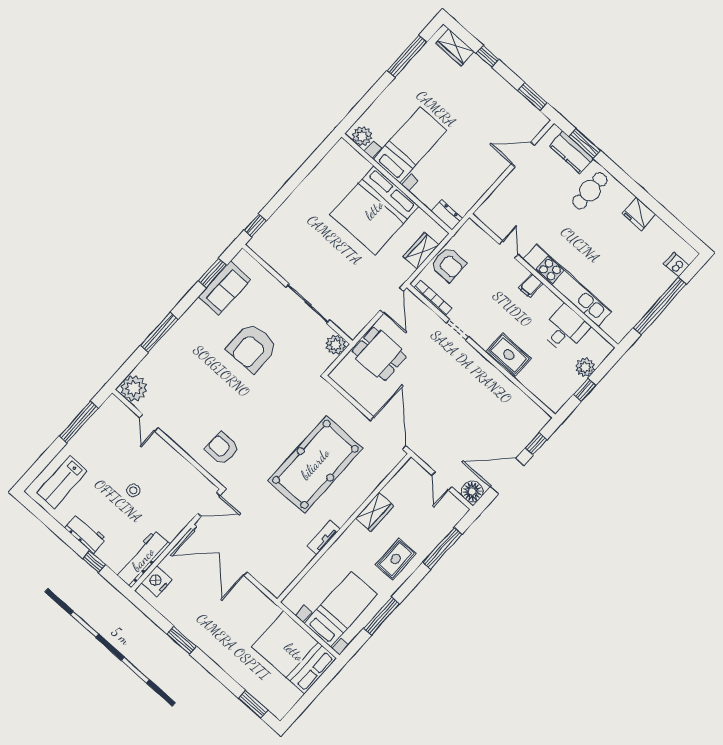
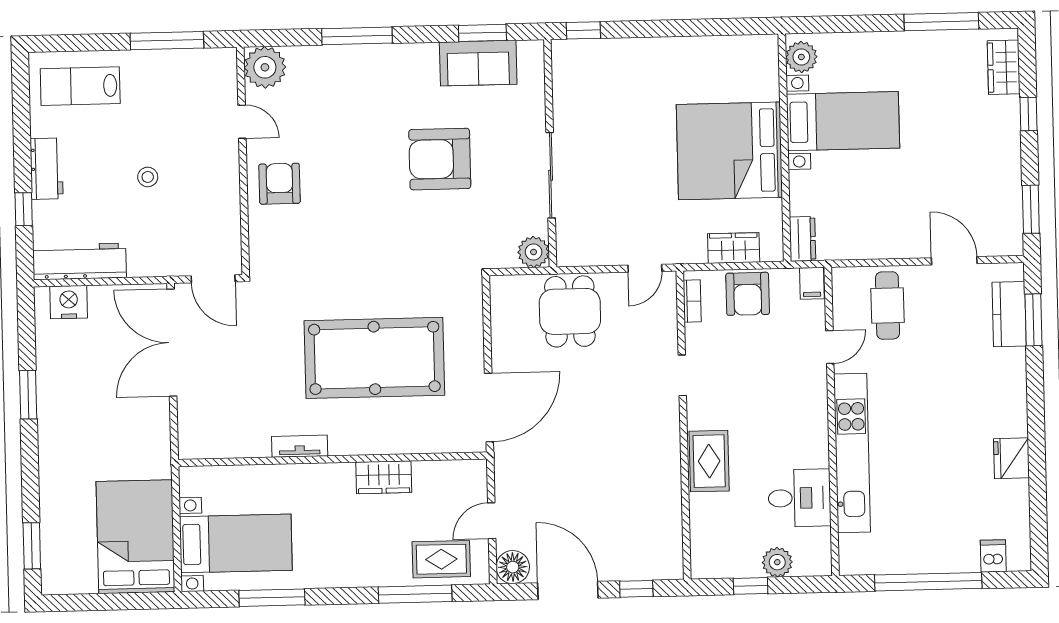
cafe table: (590, 191) -> (888, 305), moved, turned 90
filing cabinet: (531, 285) -> (812, 283), moved, turned -90
bookcase: (433, 298) -> (692, 301), width x0.64
door: (392, 301) -> (645, 268), width x0.73
door: (149, 423) -> (242, 122), swing flipped
armchair: (222, 449) -> (280, 184), moved
rug: (396, 559) -> (441, 559), moved

